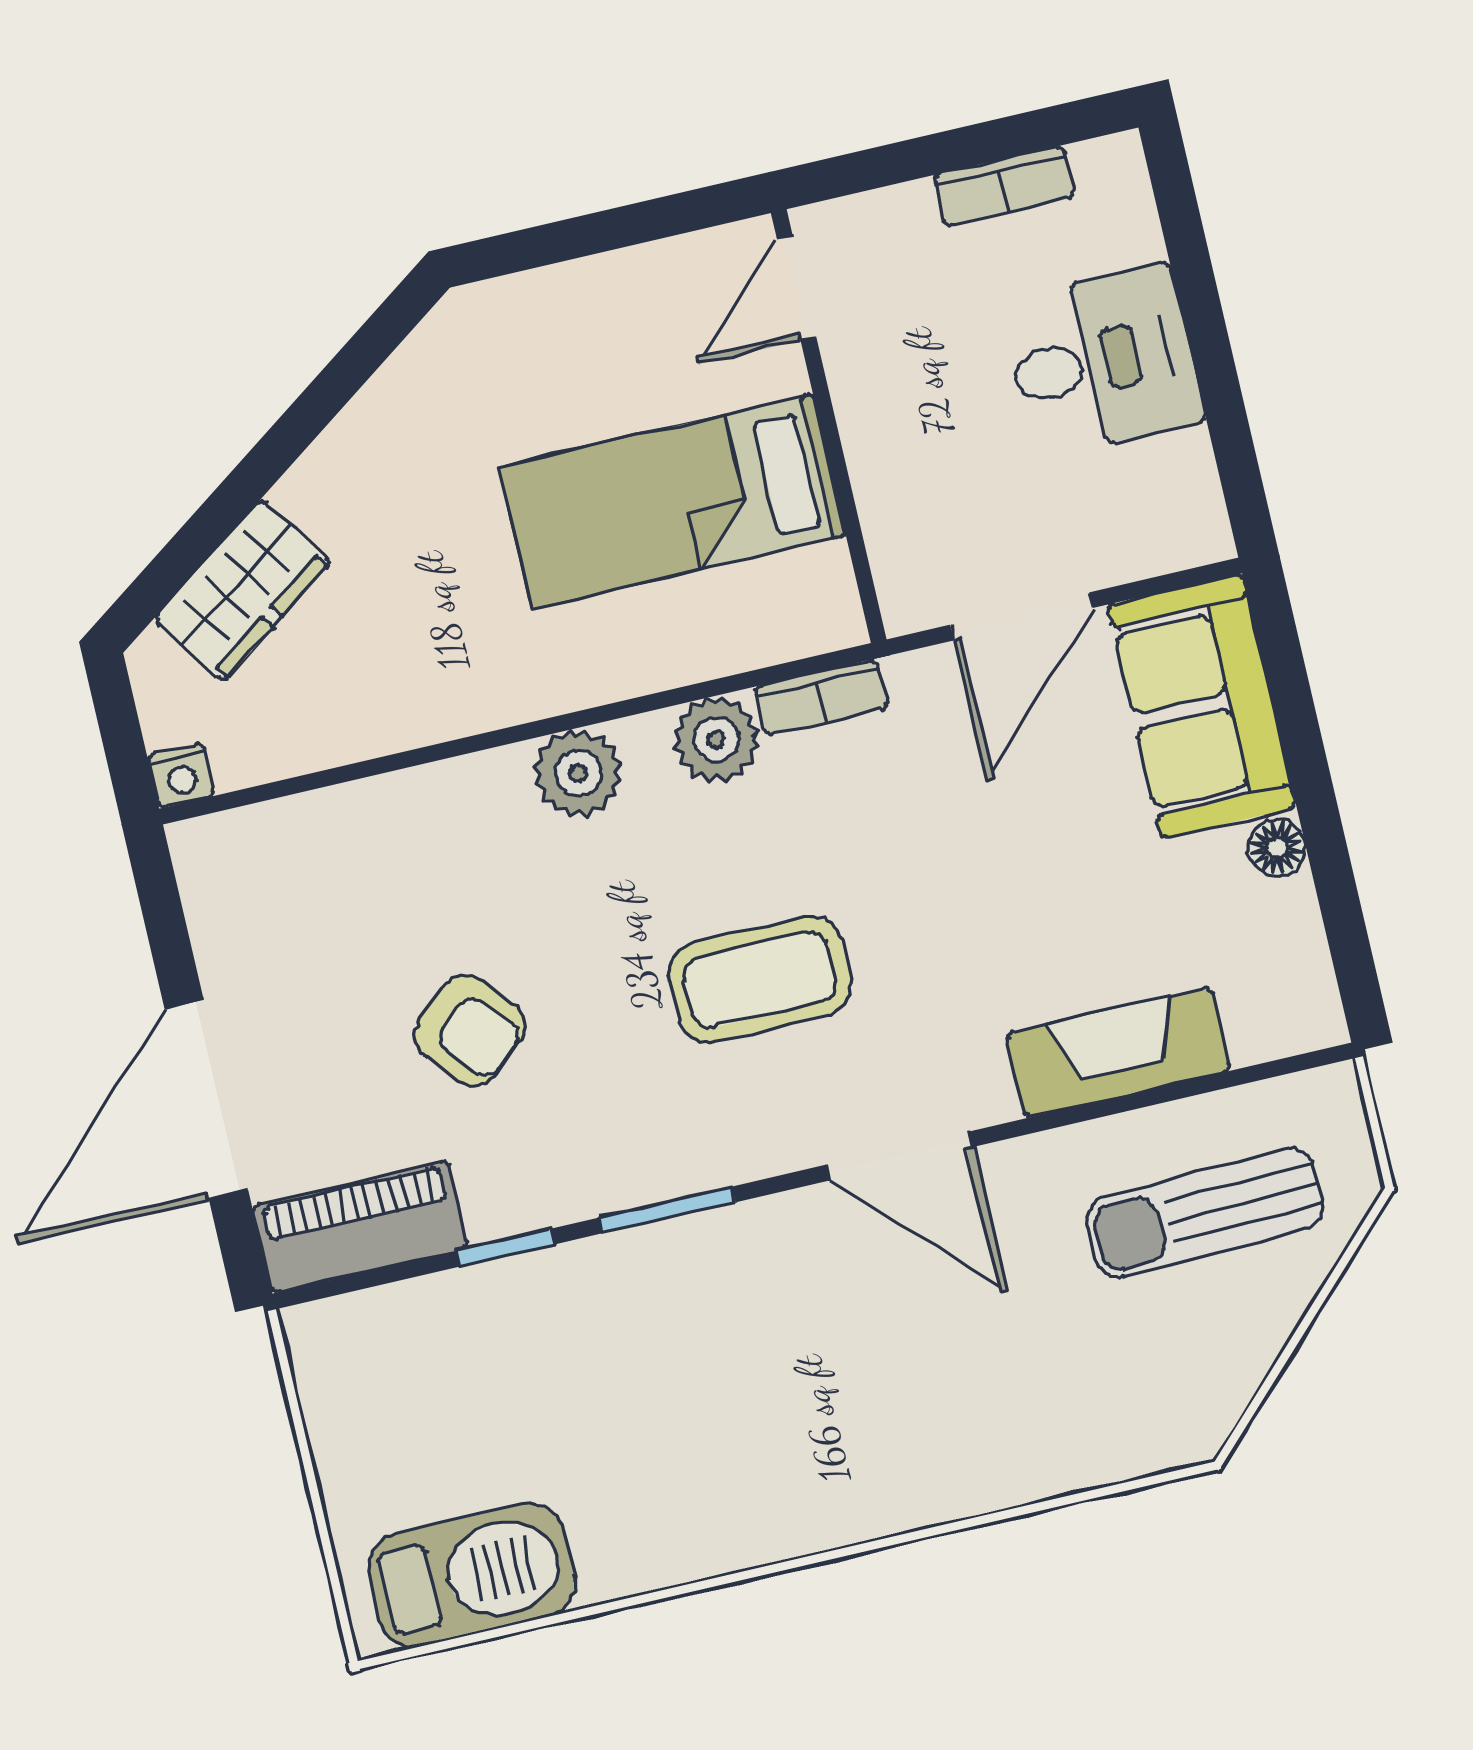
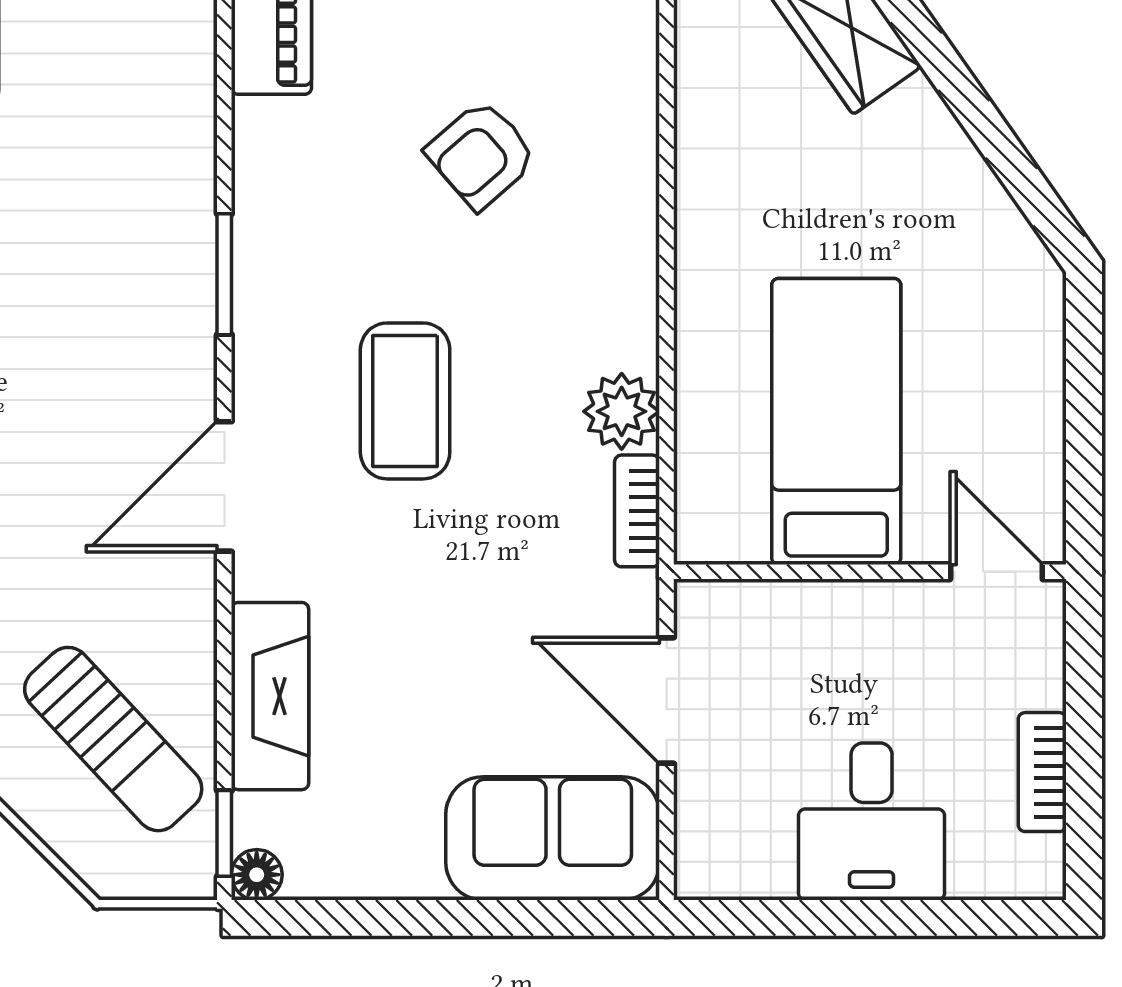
plant: (578, 773) -> (620, 285), removed
floor lamp: (1277, 848) -> (257, 875), moved
armchair: (470, 1031) -> (481, 155), moved
sun lounger: (1205, 1213) -> (113, 739), turned 139
window: (505, 1248) -> (224, 833), moved

